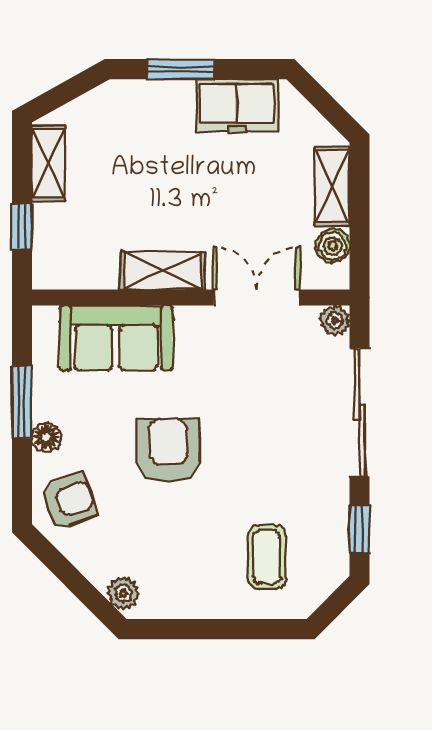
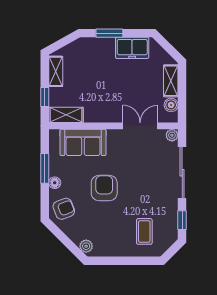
shelving: (162, 271) -> (66, 115), moved

